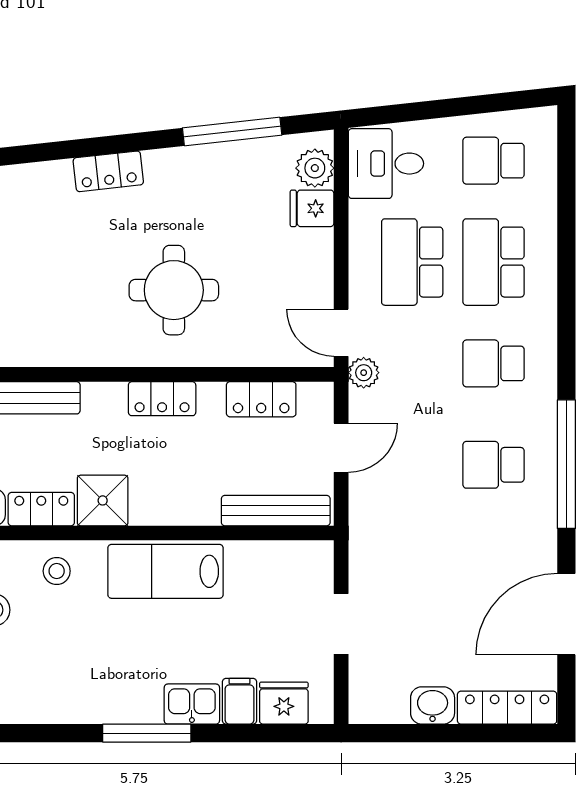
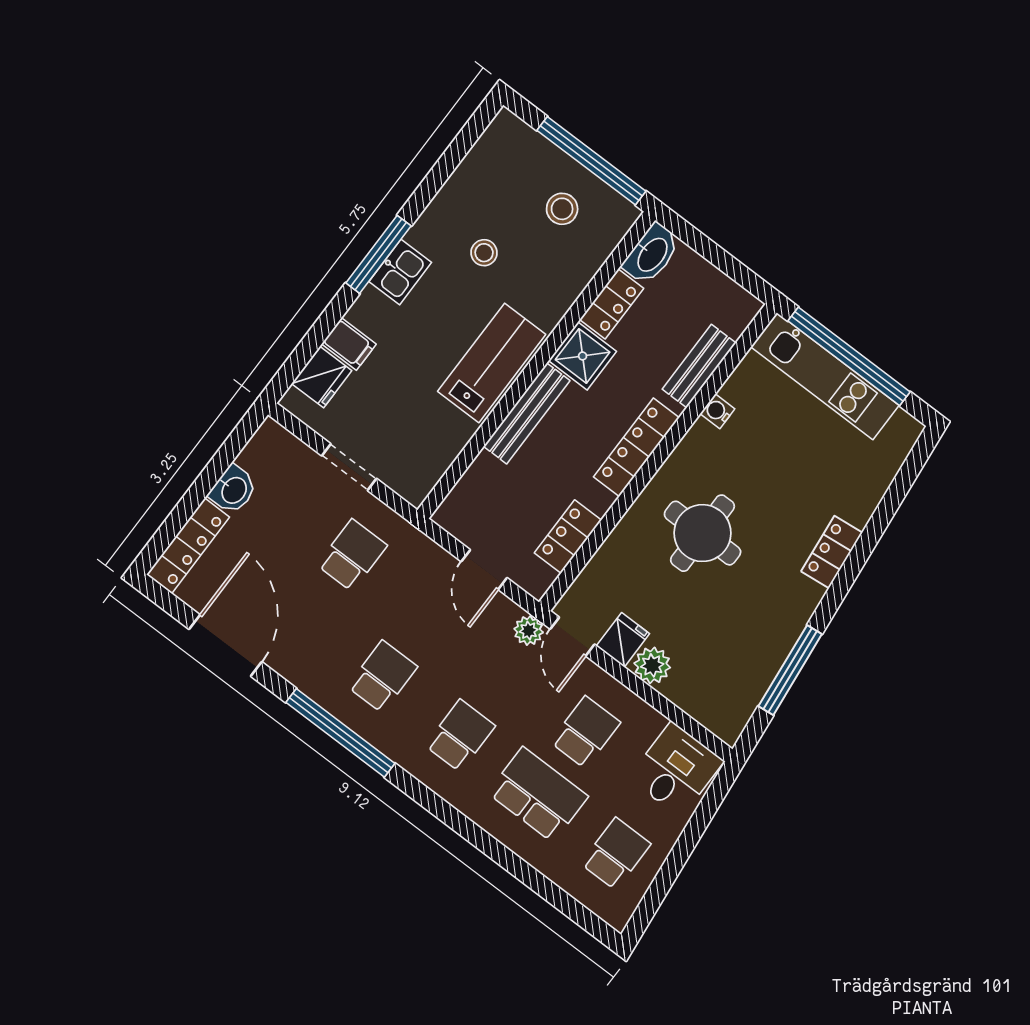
plant: (315, 168) -> (652, 665), moved
fridge: (312, 208) -> (623, 640), moved
school desk: (412, 262) -> (585, 732), width x0.54
door: (341, 333) -> (572, 637), swing flipped
water cooler: (64, 354) -> (717, 411), added
locker: (162, 399) -> (636, 447), width x1.53
bench: (276, 511) -> (527, 413), moved
school desk: (412, 566) -> (352, 555), added
stool: (57, 571) -> (484, 253), moved
kitchen sink: (192, 704) -> (400, 272), moved

